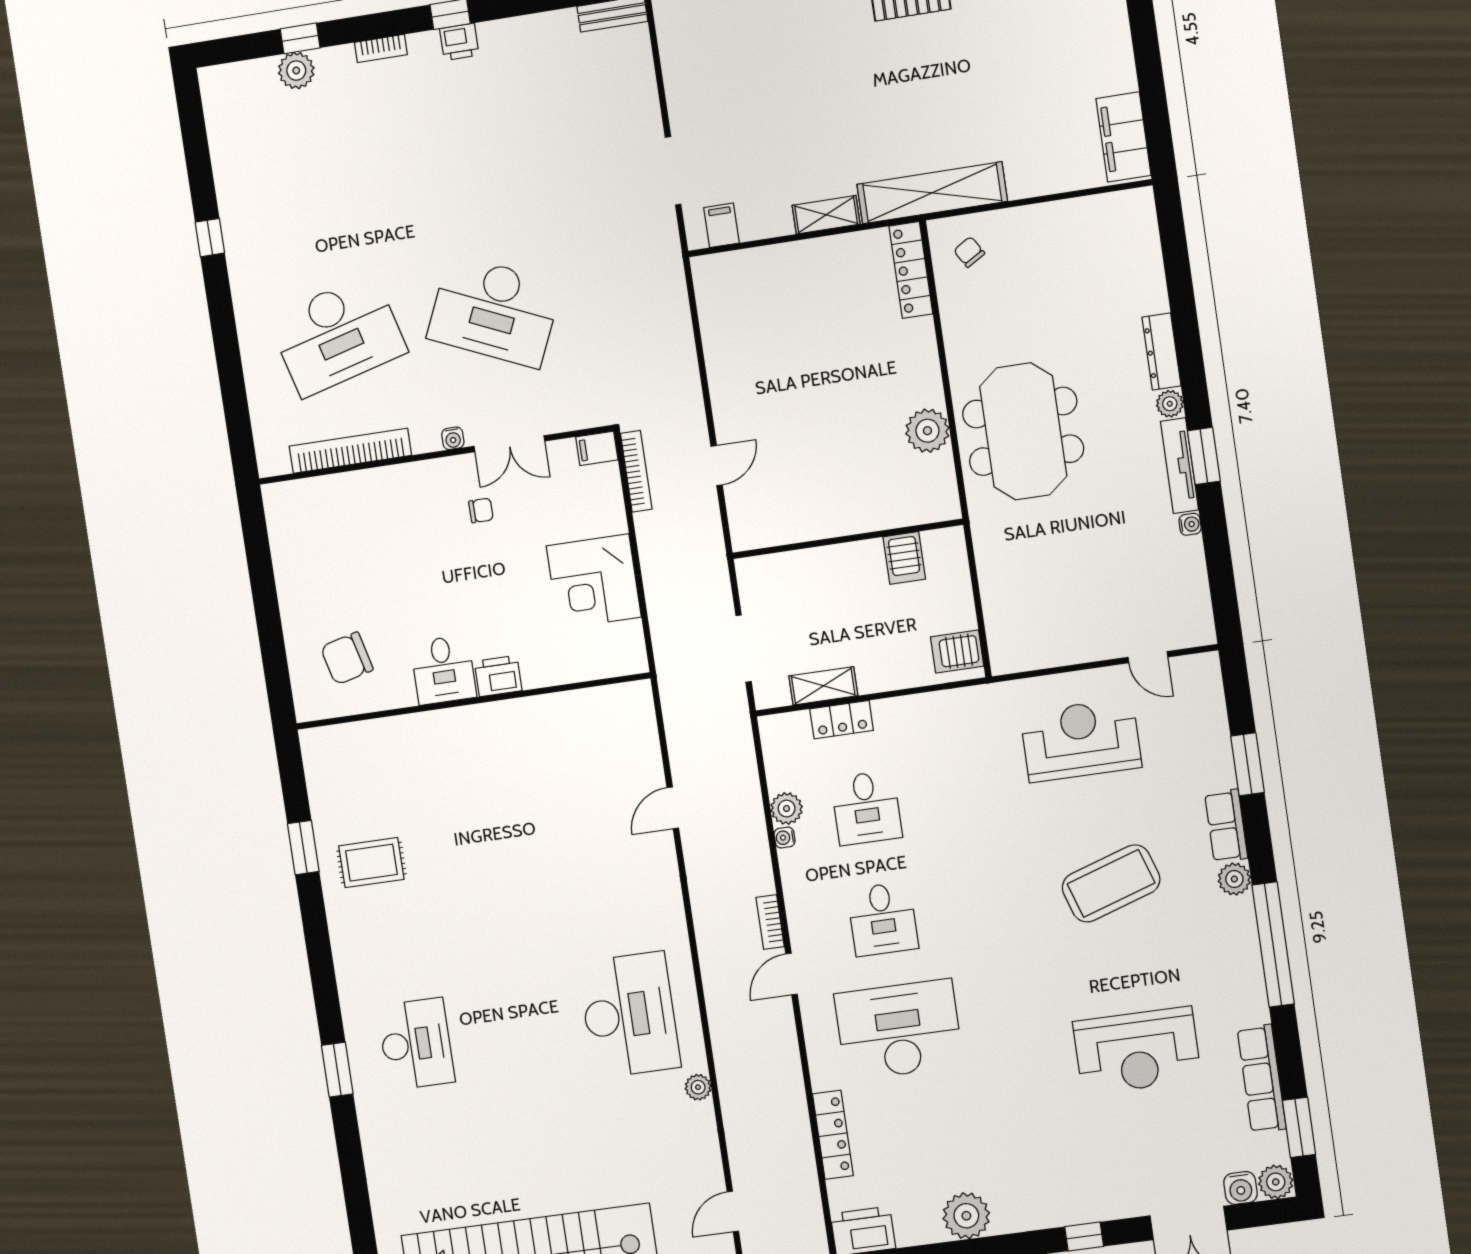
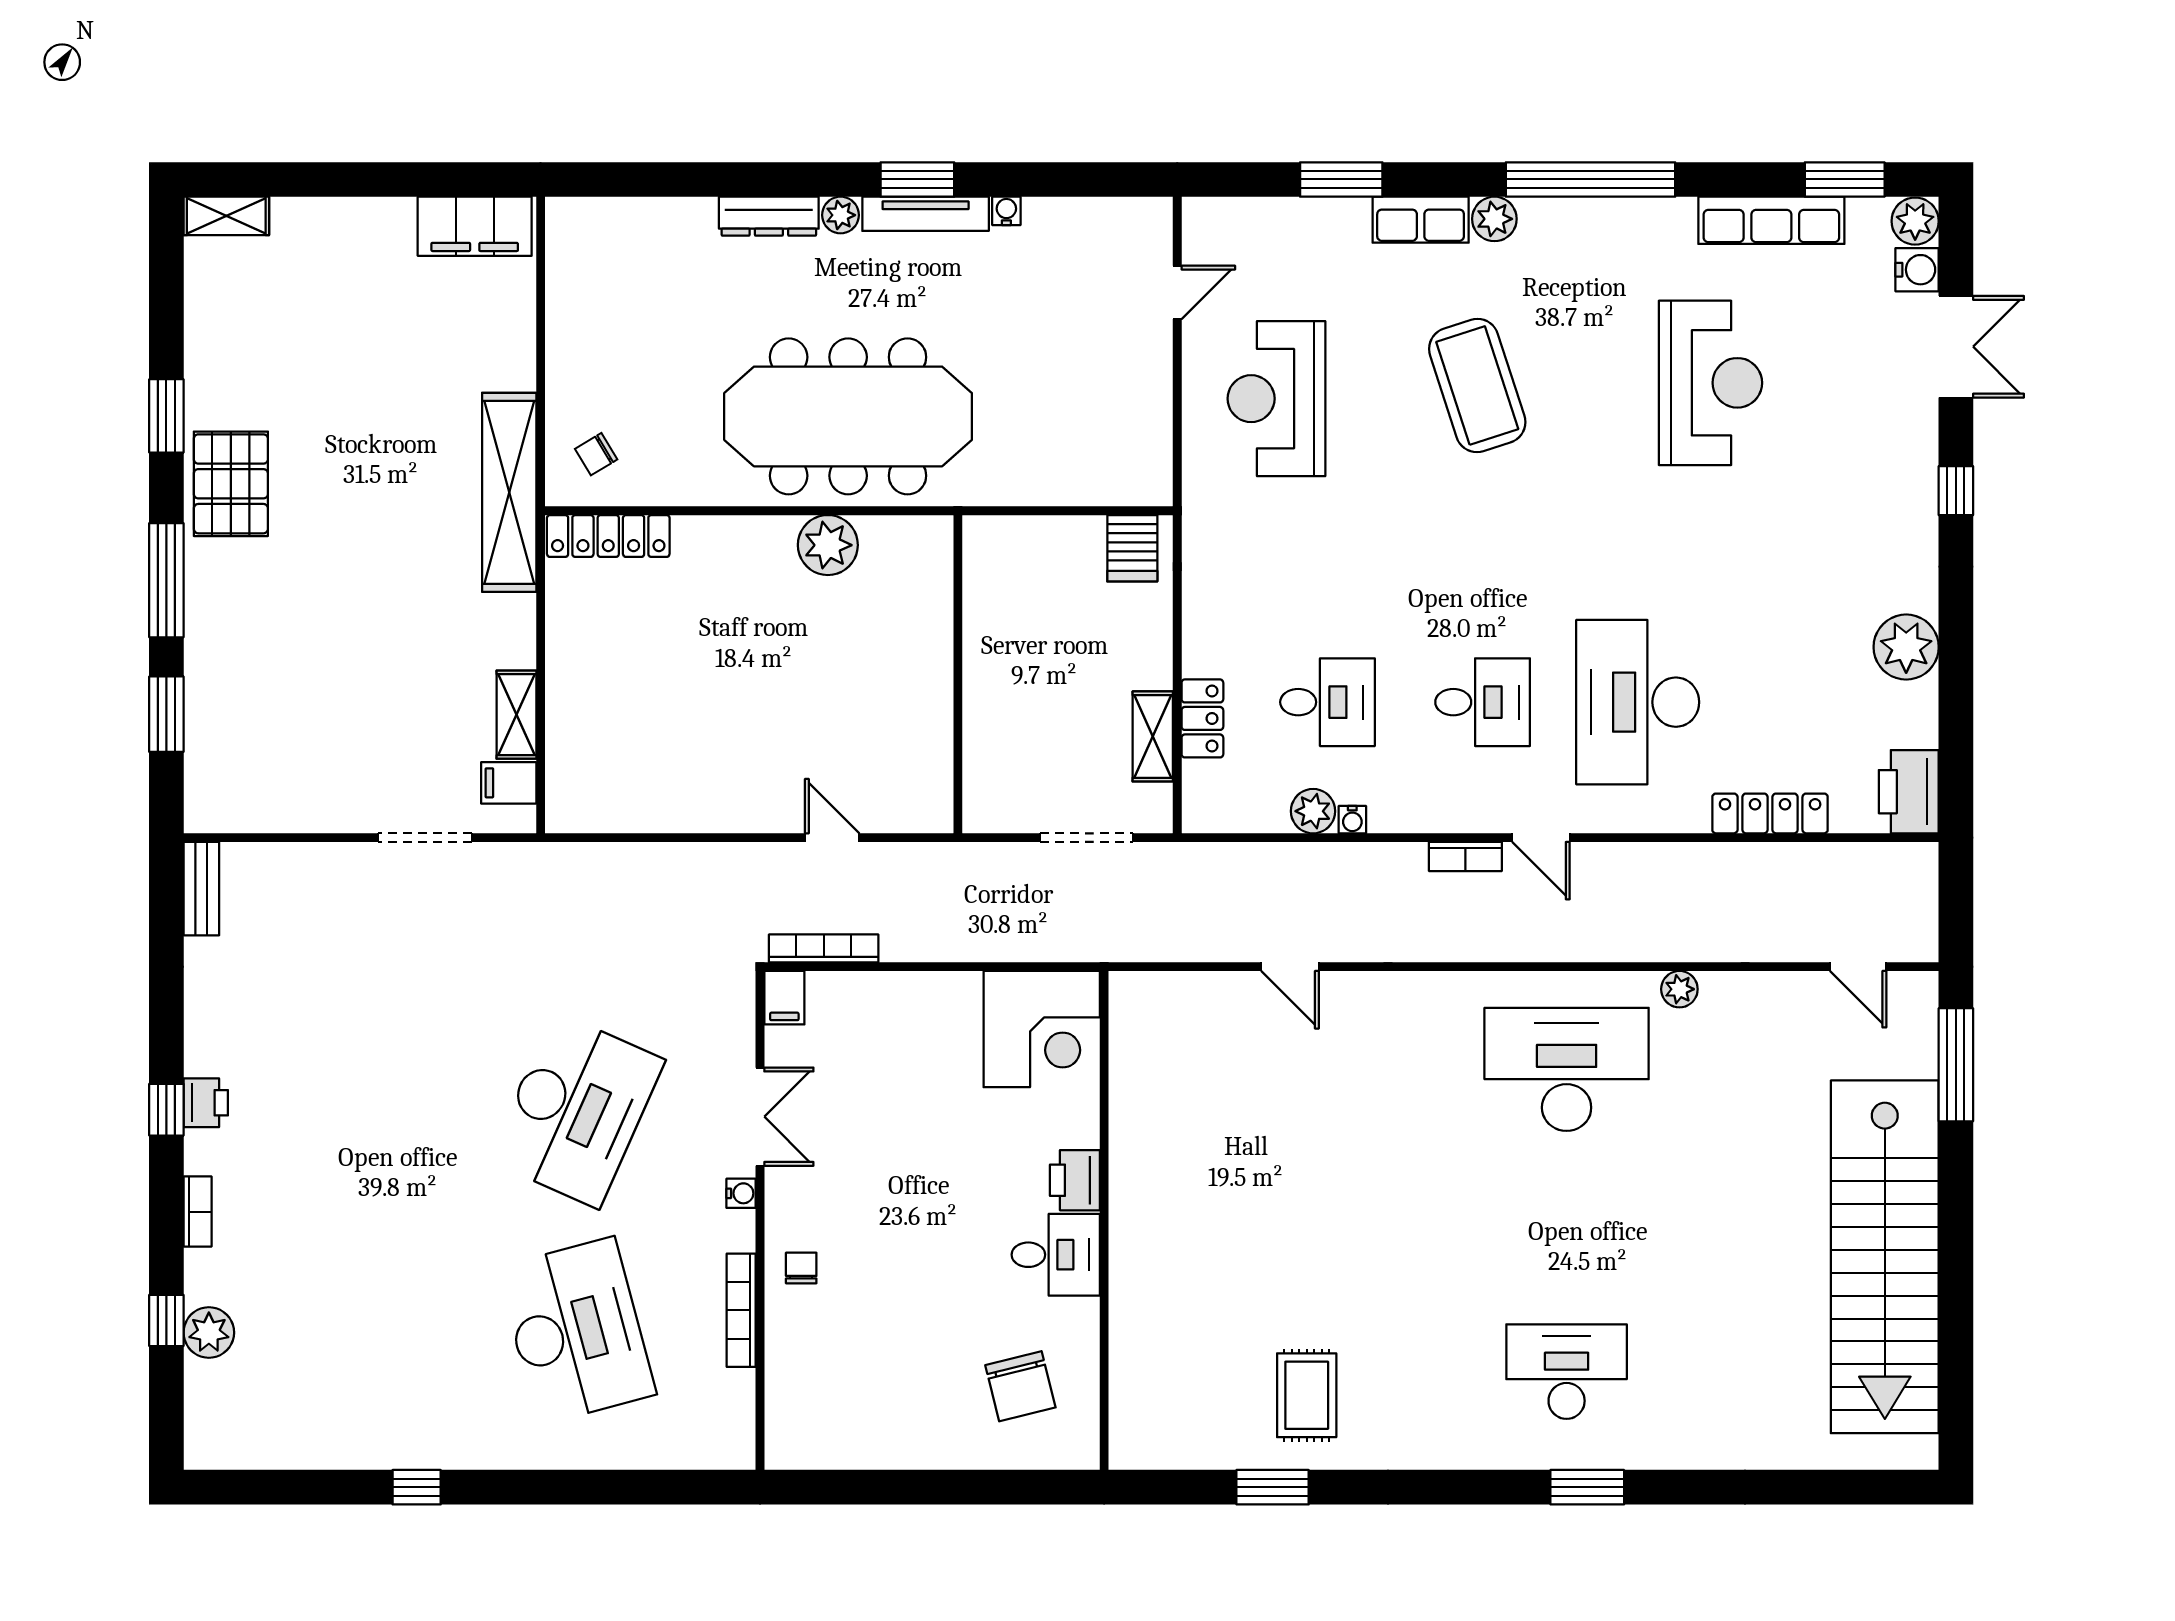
shelving: (826, 215) -> (516, 715), moved
meeting table: (1023, 431) -> (848, 416), width x1.36
bookcase: (350, 451) -> (741, 1310), width x0.68, depth x0.76
chair: (481, 510) -> (801, 1268), moved
server rack: (904, 558) -> (995, 601), removed
corner desk: (594, 581) -> (1042, 1029), moved

